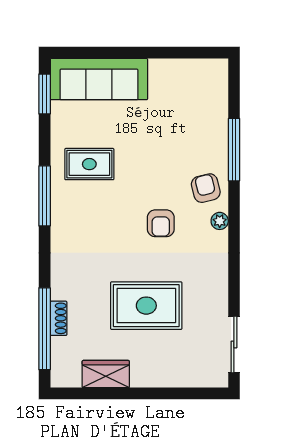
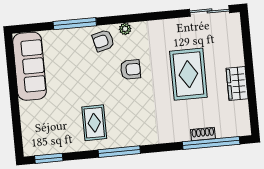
sofa: (99, 79) -> (30, 66), moved
wardrobe: (106, 374) -> (237, 84), moved

